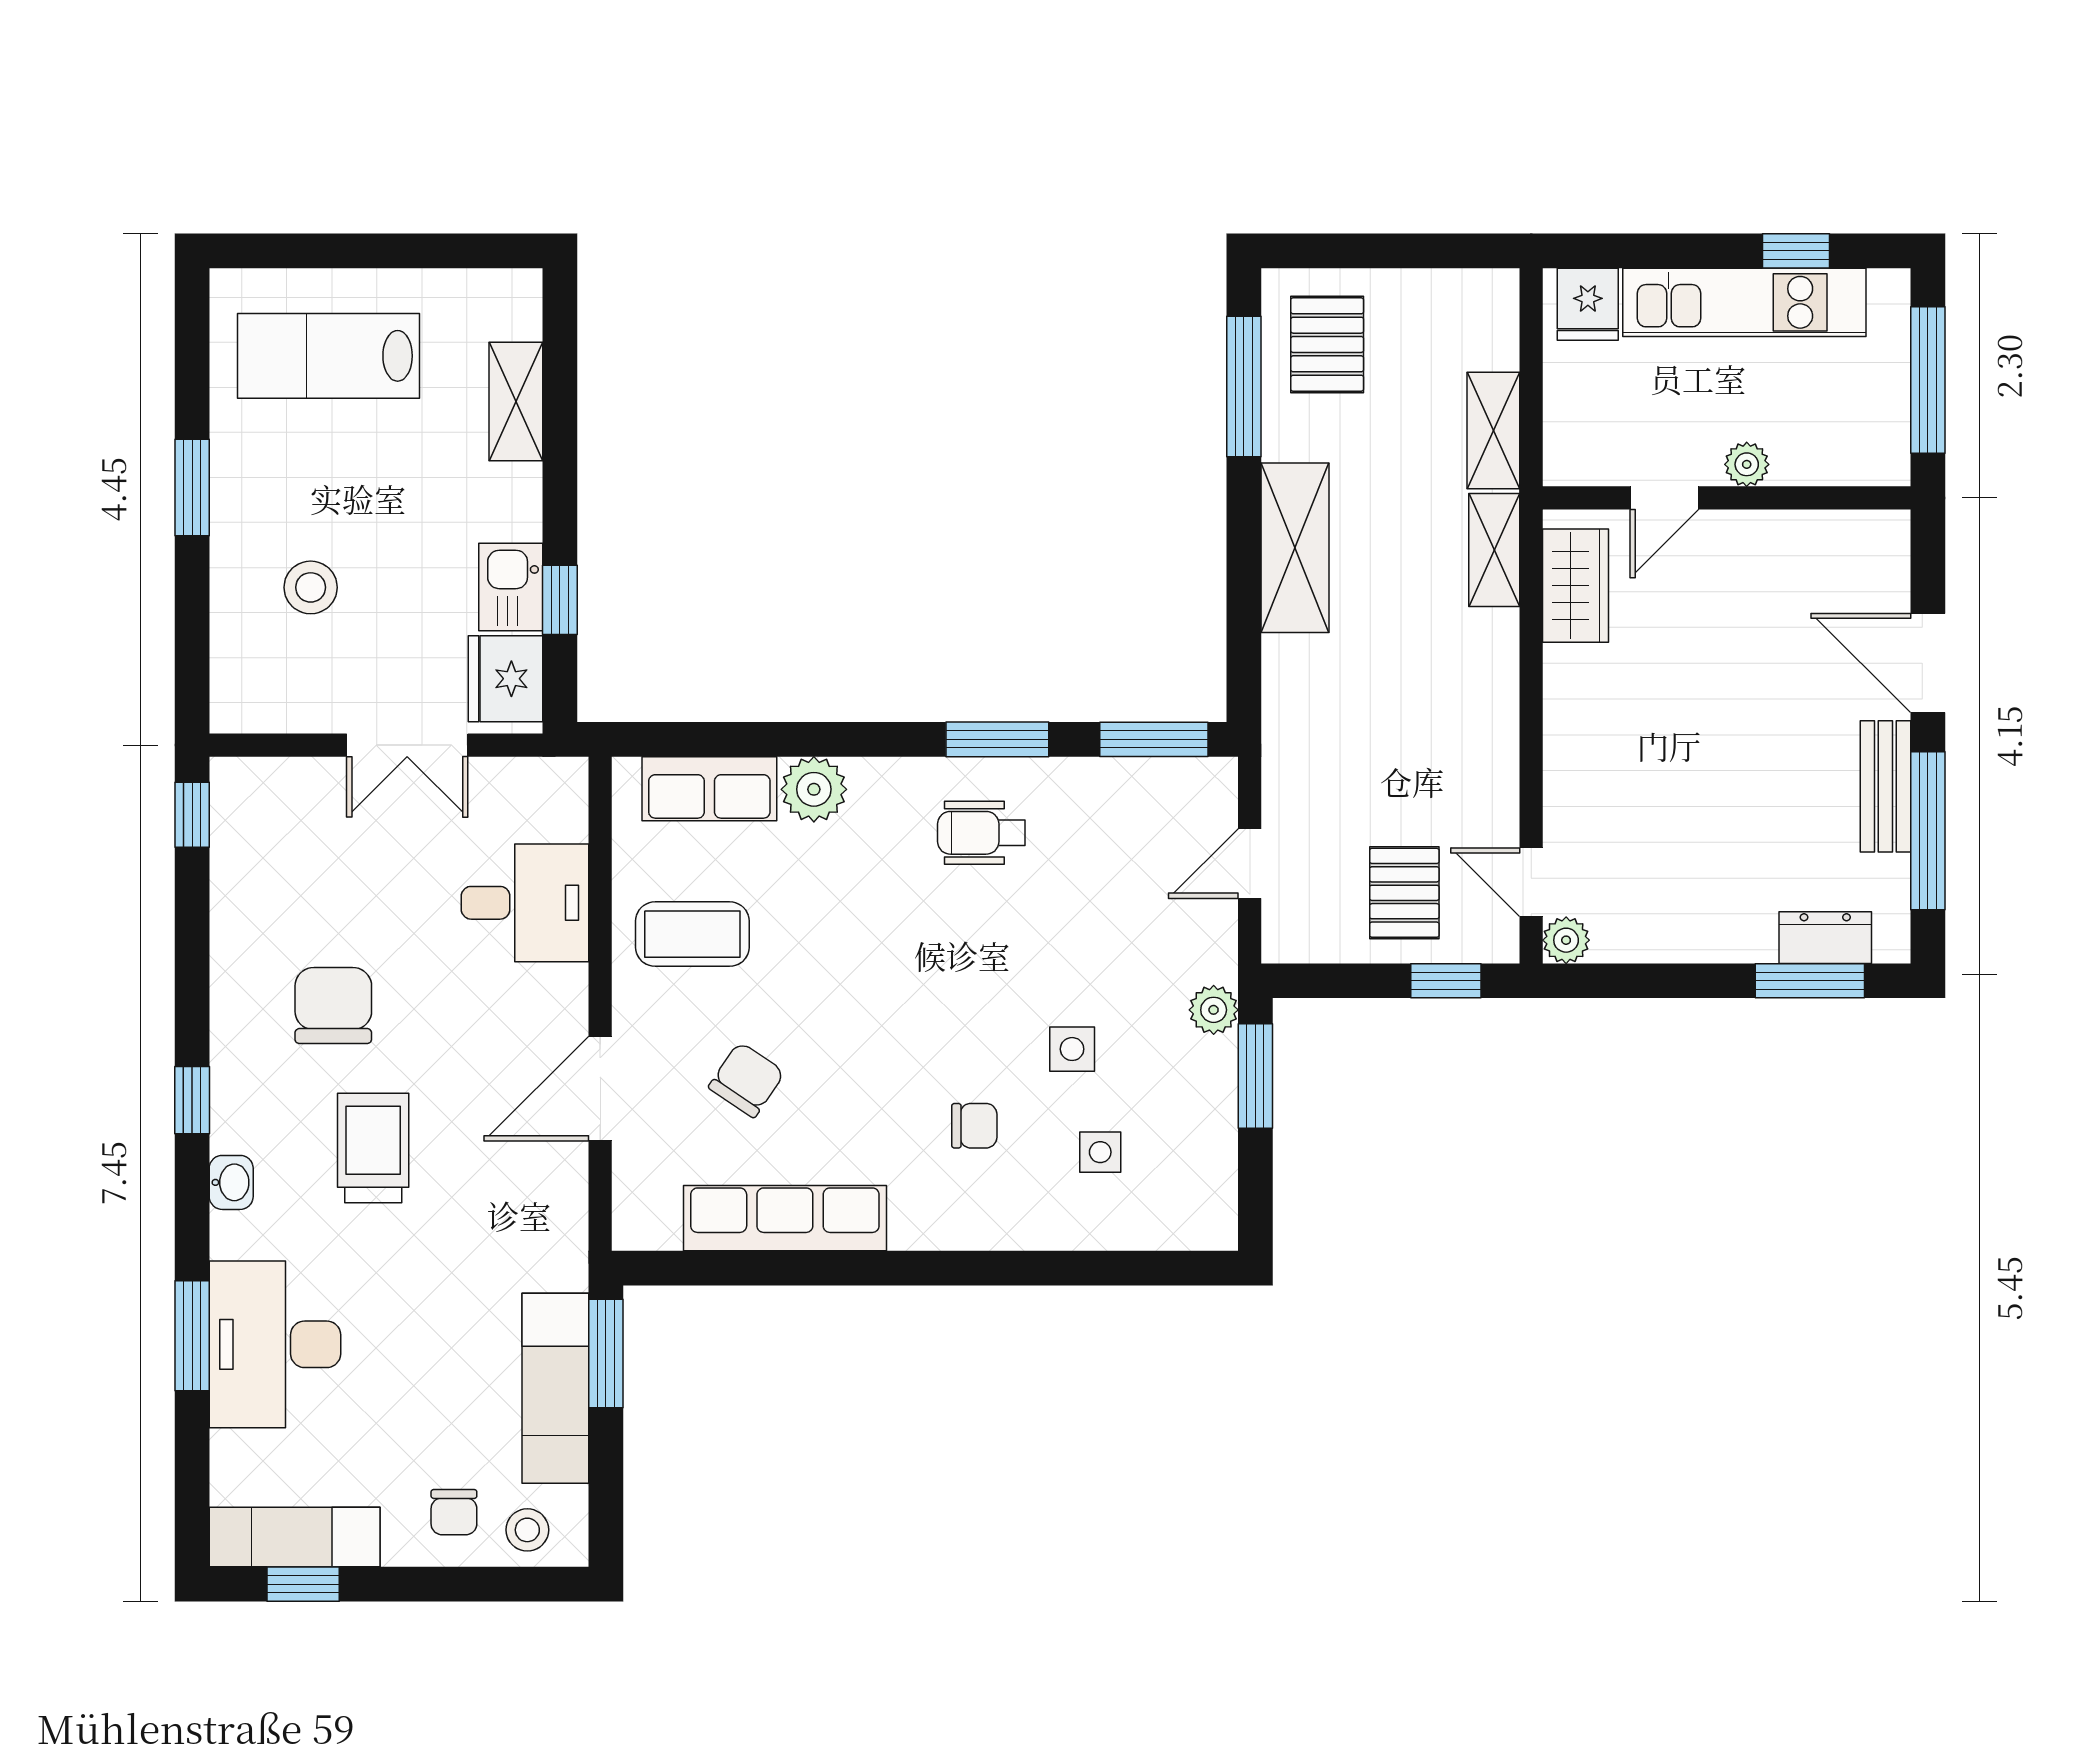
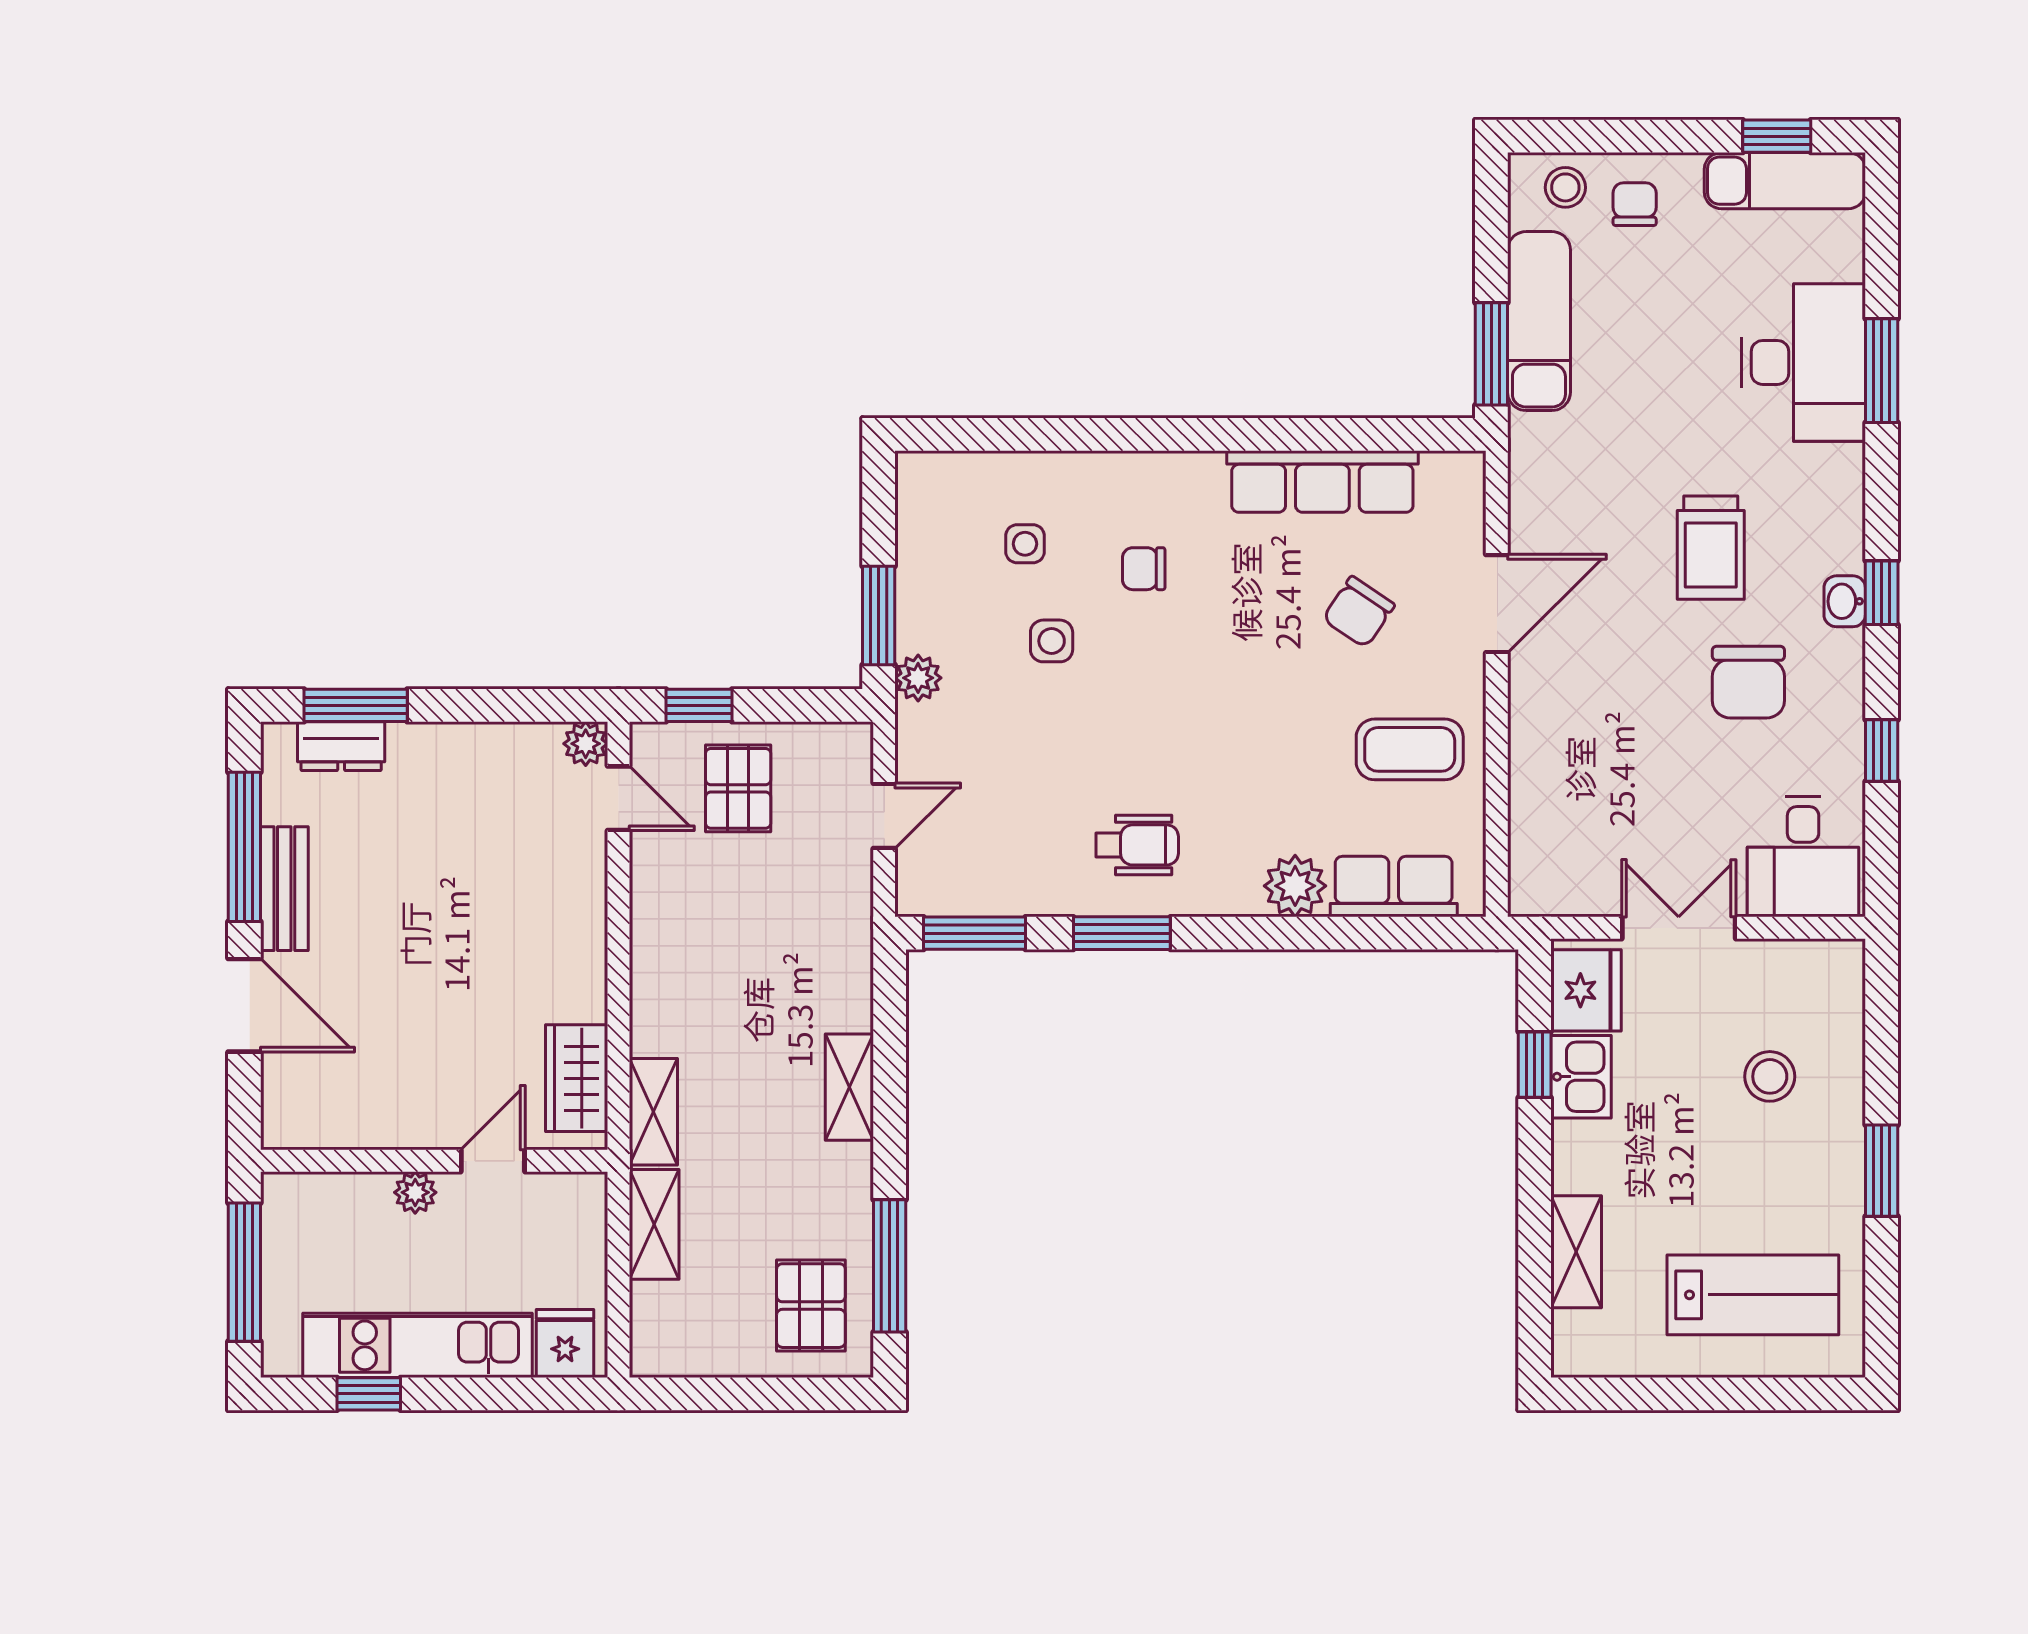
shelving: (1295, 548) -> (849, 1087), width x0.67, depth x0.75
window: (192, 815) -> (1882, 751), moved
desk: (525, 903) -> (1803, 857), moved, turned -90
washbasin: (231, 1182) -> (1845, 601), moved

